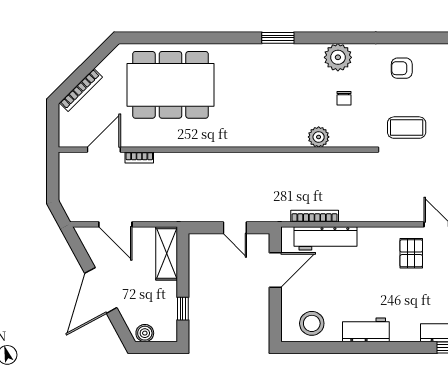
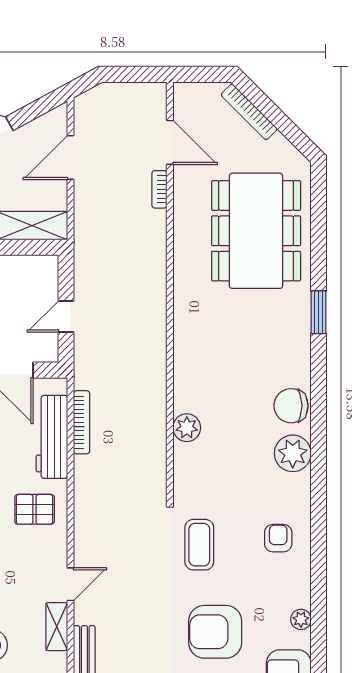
window: (278, 38) -> (319, 312), moved
chair: (344, 98) -> (291, 406), moved, width x1.87, depth x1.87
pallet: (411, 253) -> (35, 509), moved

